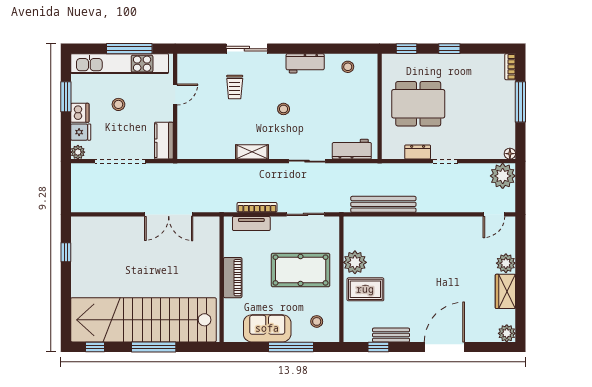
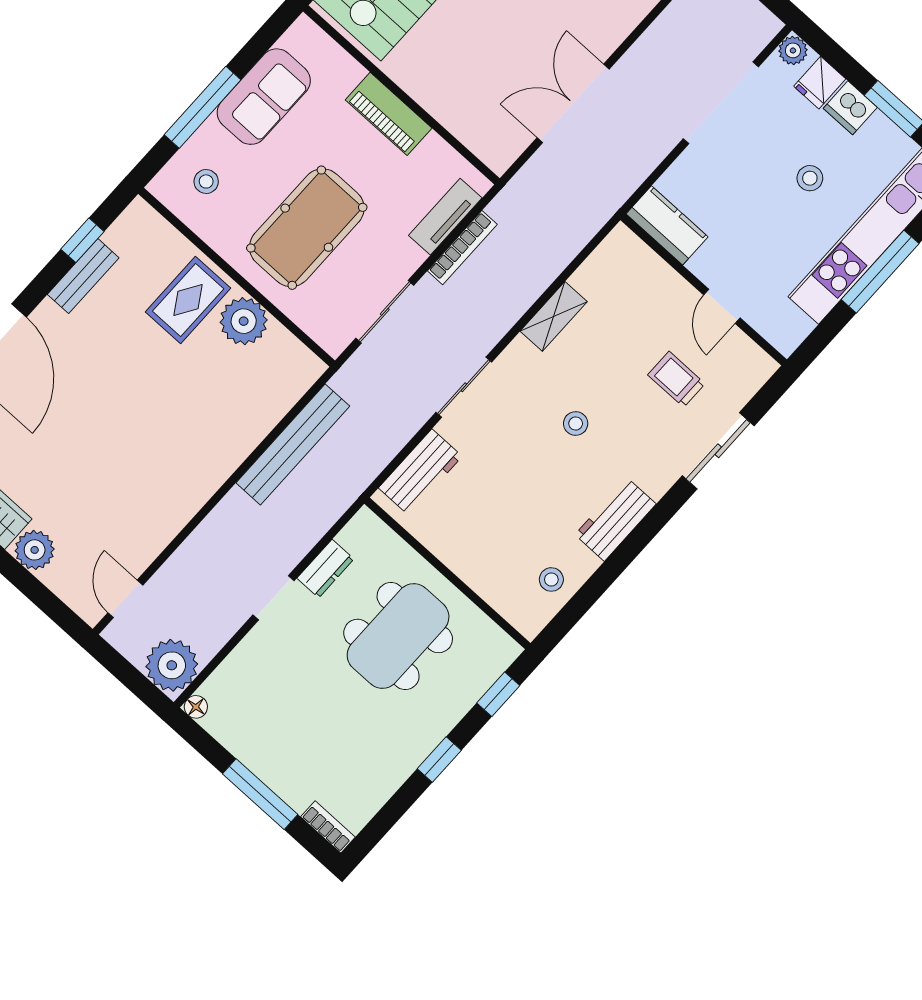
door: (175, 94) -> (722, 306), moved
wall: (175, 106) -> (704, 290), moved
kitchen counter: (164, 141) -> (667, 225), moved

